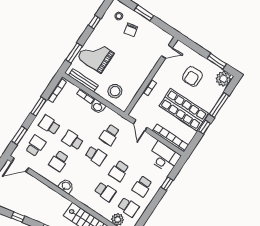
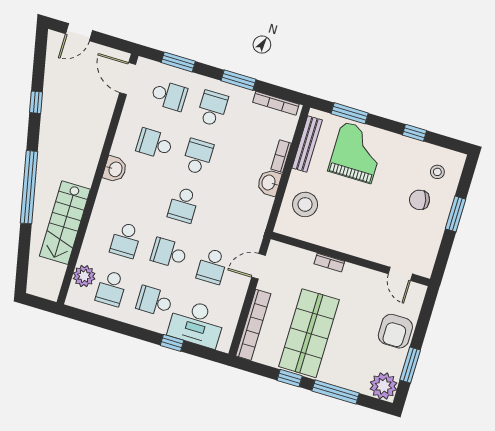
armchair: (193, 77) -> (395, 331), moved, turned -90
school desk: (110, 135) -> (212, 266), moved, turned -90
desk: (164, 157) -> (196, 323), moved, turned 90

